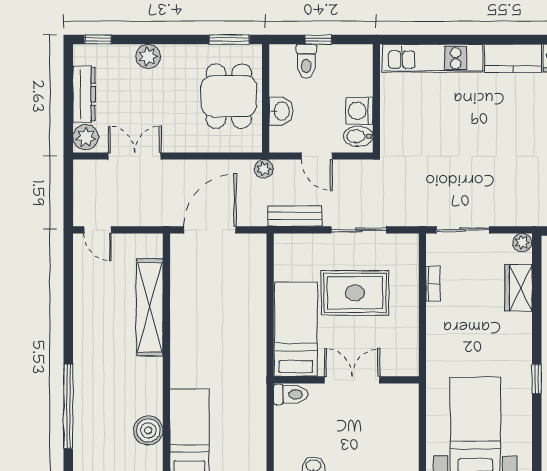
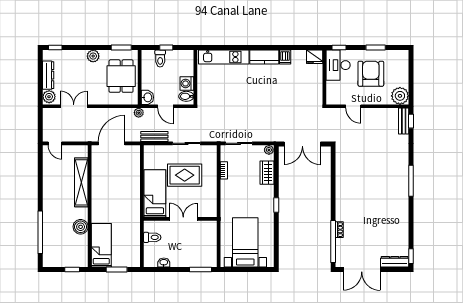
plant: (148, 56) -> (93, 56), moved
washbasin: (281, 111) -> (147, 97), moved
window: (537, 379) -> (276, 205), moved
toilet: (291, 394) -> (152, 237), moved
boiler: (148, 430) -> (81, 227), moved

